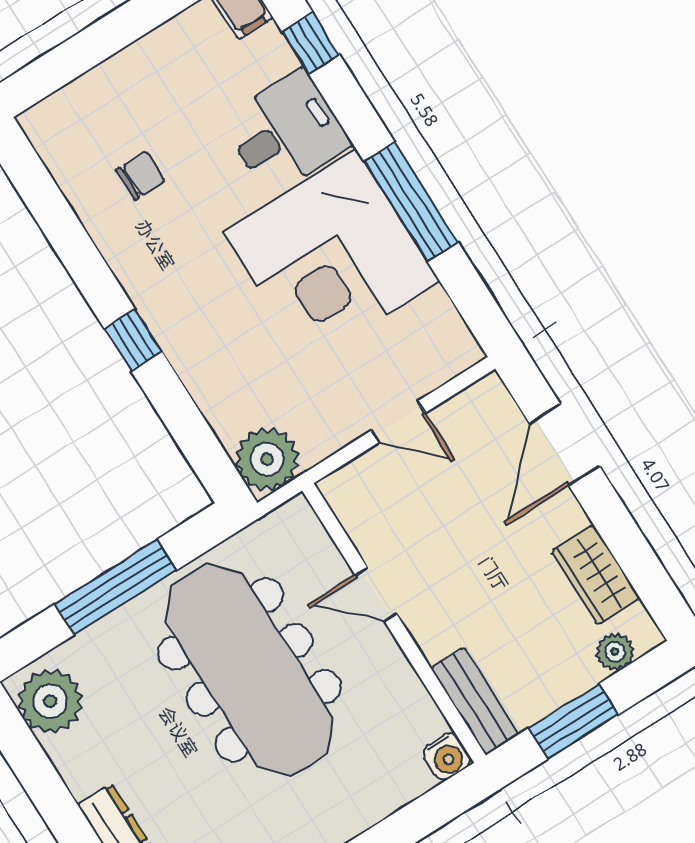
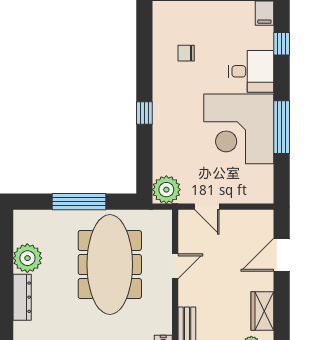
chair: (140, 176) -> (186, 53), turned 180
door: (398, 422) -> (207, 207), moved
door: (376, 595) -> (175, 266), swing flipped
plant: (50, 701) -> (27, 258), moved

